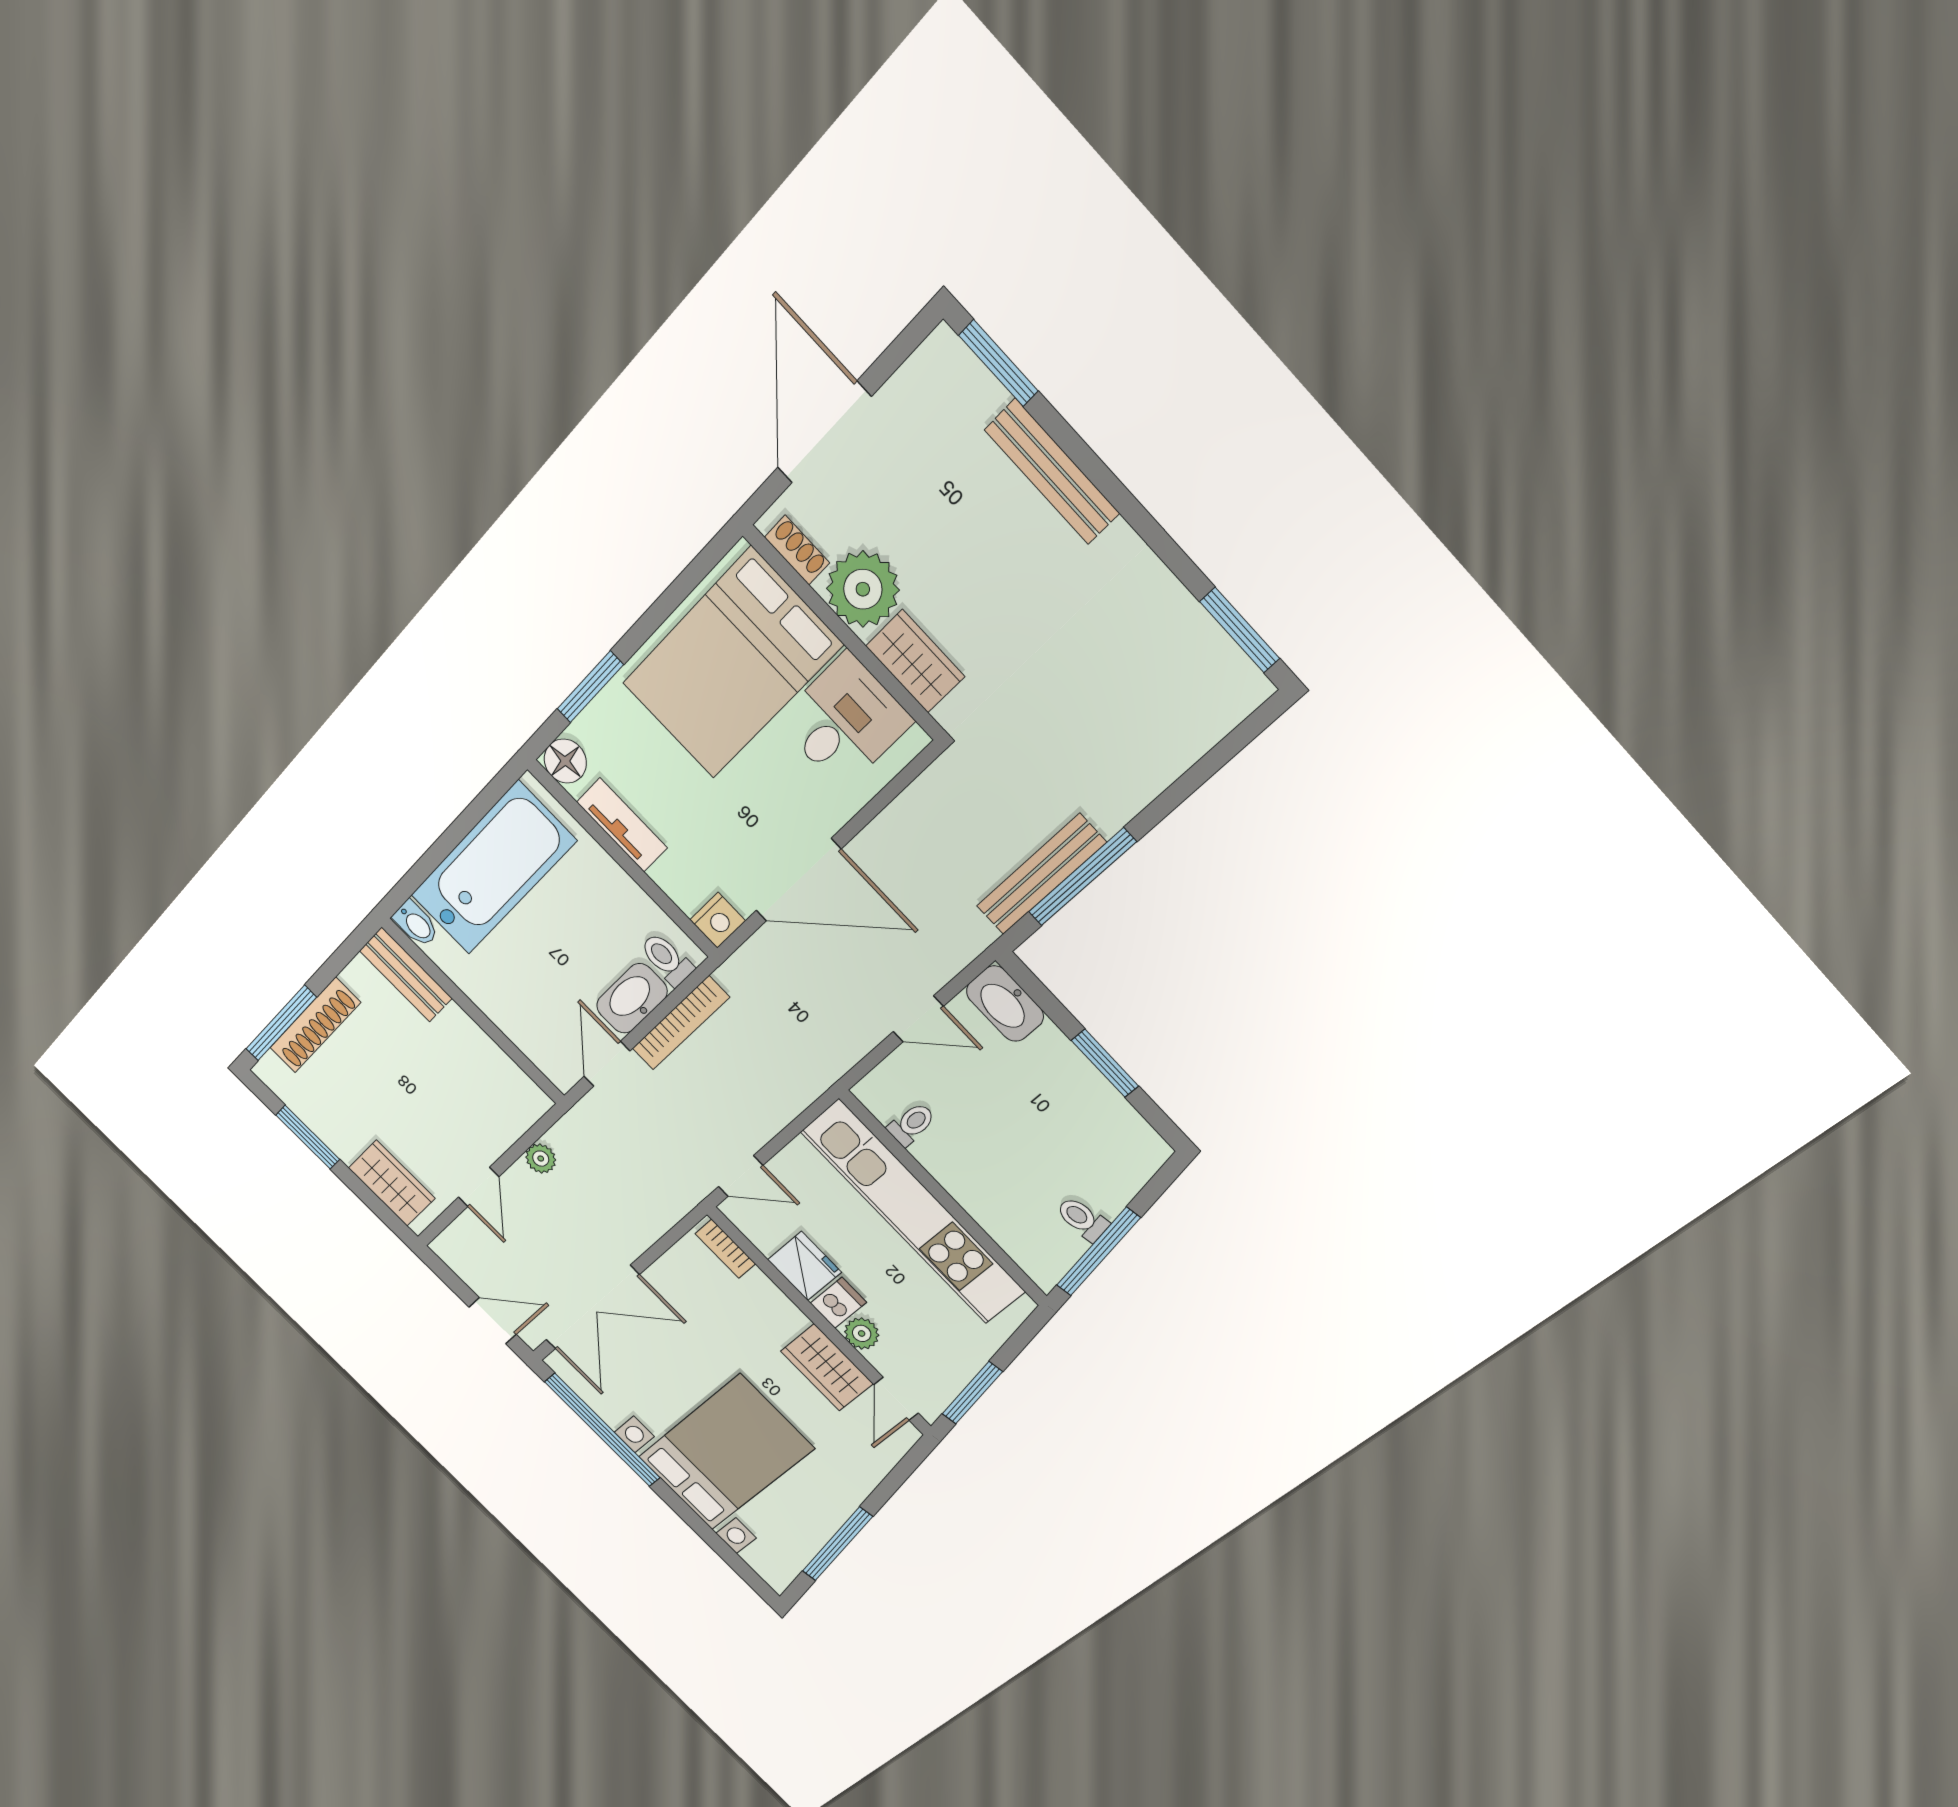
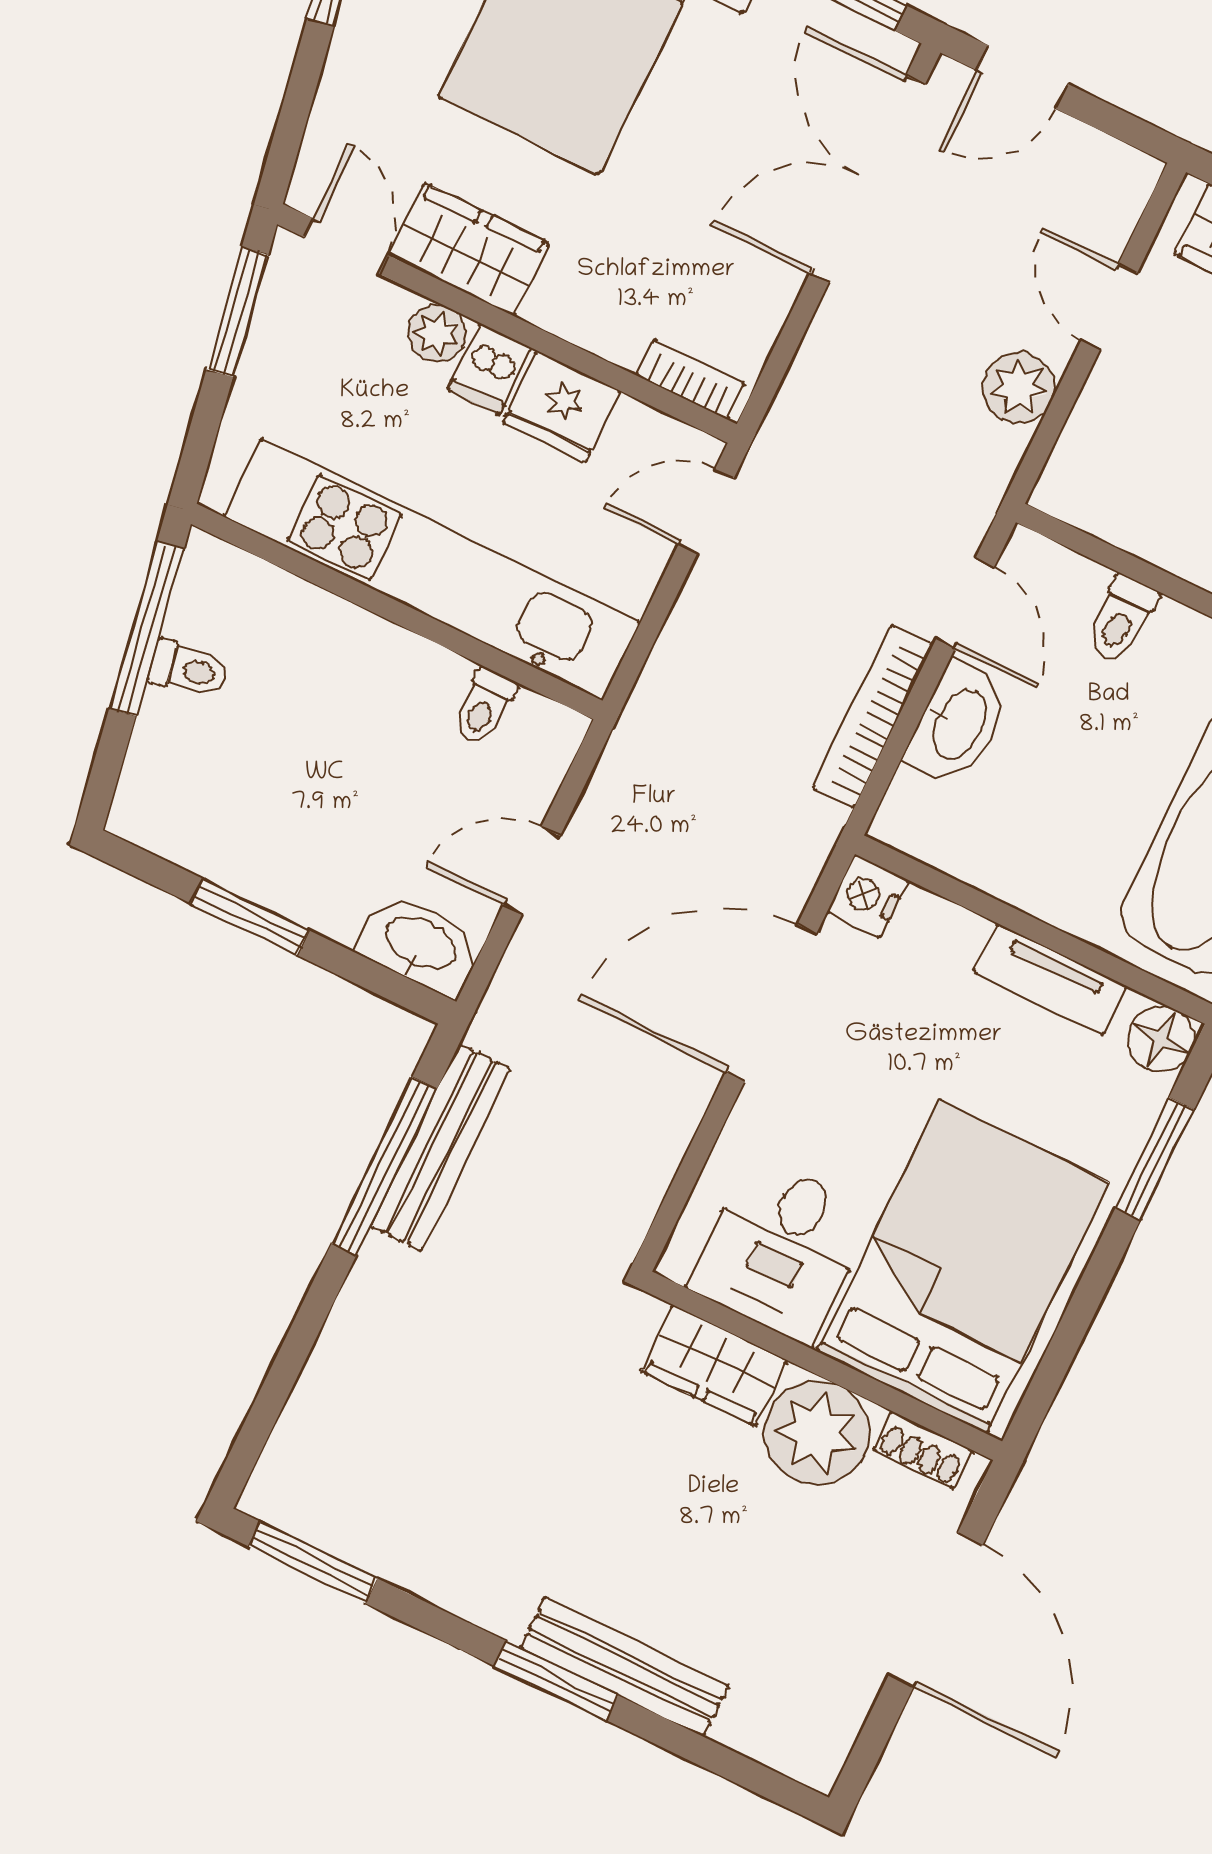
window: (998, 363) -> (556, 1680), moved
toilet: (667, 959) -> (1121, 619), moved, turned 90
plant: (541, 1159) -> (1019, 388), width x1.38, depth x1.38

